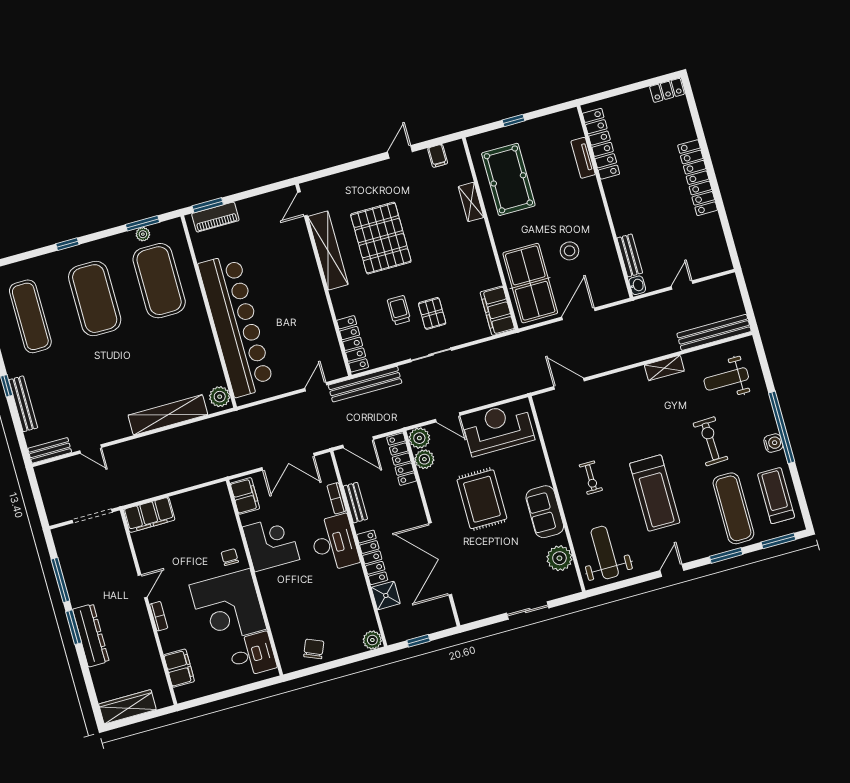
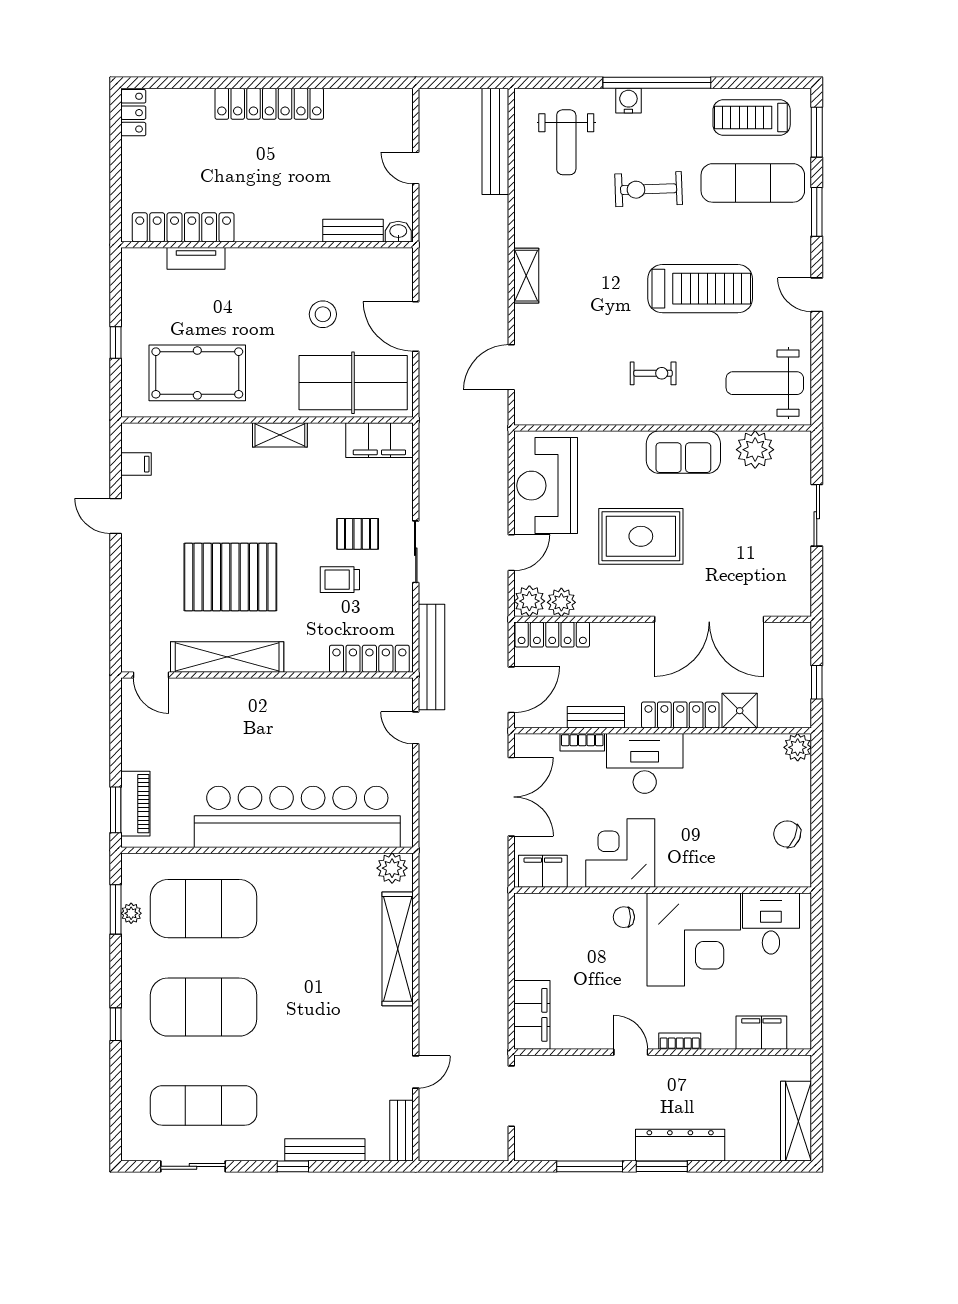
shelving: (471, 202) -> (280, 435), moved
shelving: (664, 368) -> (526, 276), moved
water cooler: (773, 443) -> (628, 101), moved

